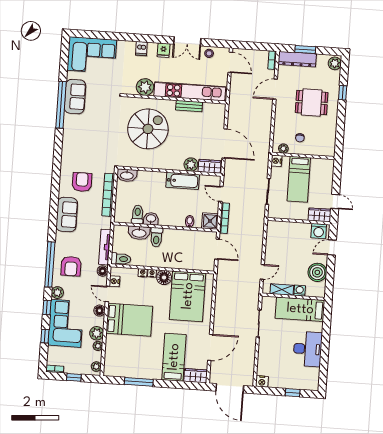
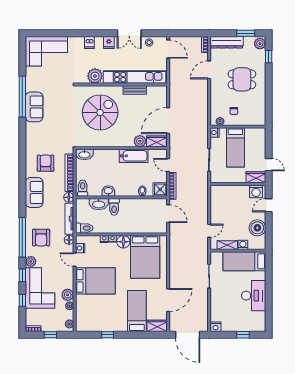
window: (305, 49) -> (246, 33), moved
window: (343, 93) -> (269, 57), moved
sofa: (75, 97) -> (34, 107), moved
door: (224, 143) -> (168, 121), swing flipped
toilet: (138, 214) -> (83, 188), moved
floor lamp: (99, 311) -> (69, 197), moved
window: (139, 382) -> (108, 335), width x0.46

